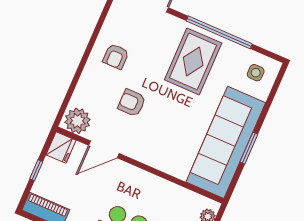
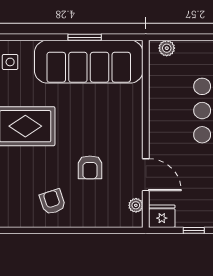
armchair: (116, 56) -> (52, 202), turned -108
plant: (78, 121) -> (136, 205), width x0.53, depth x0.53

